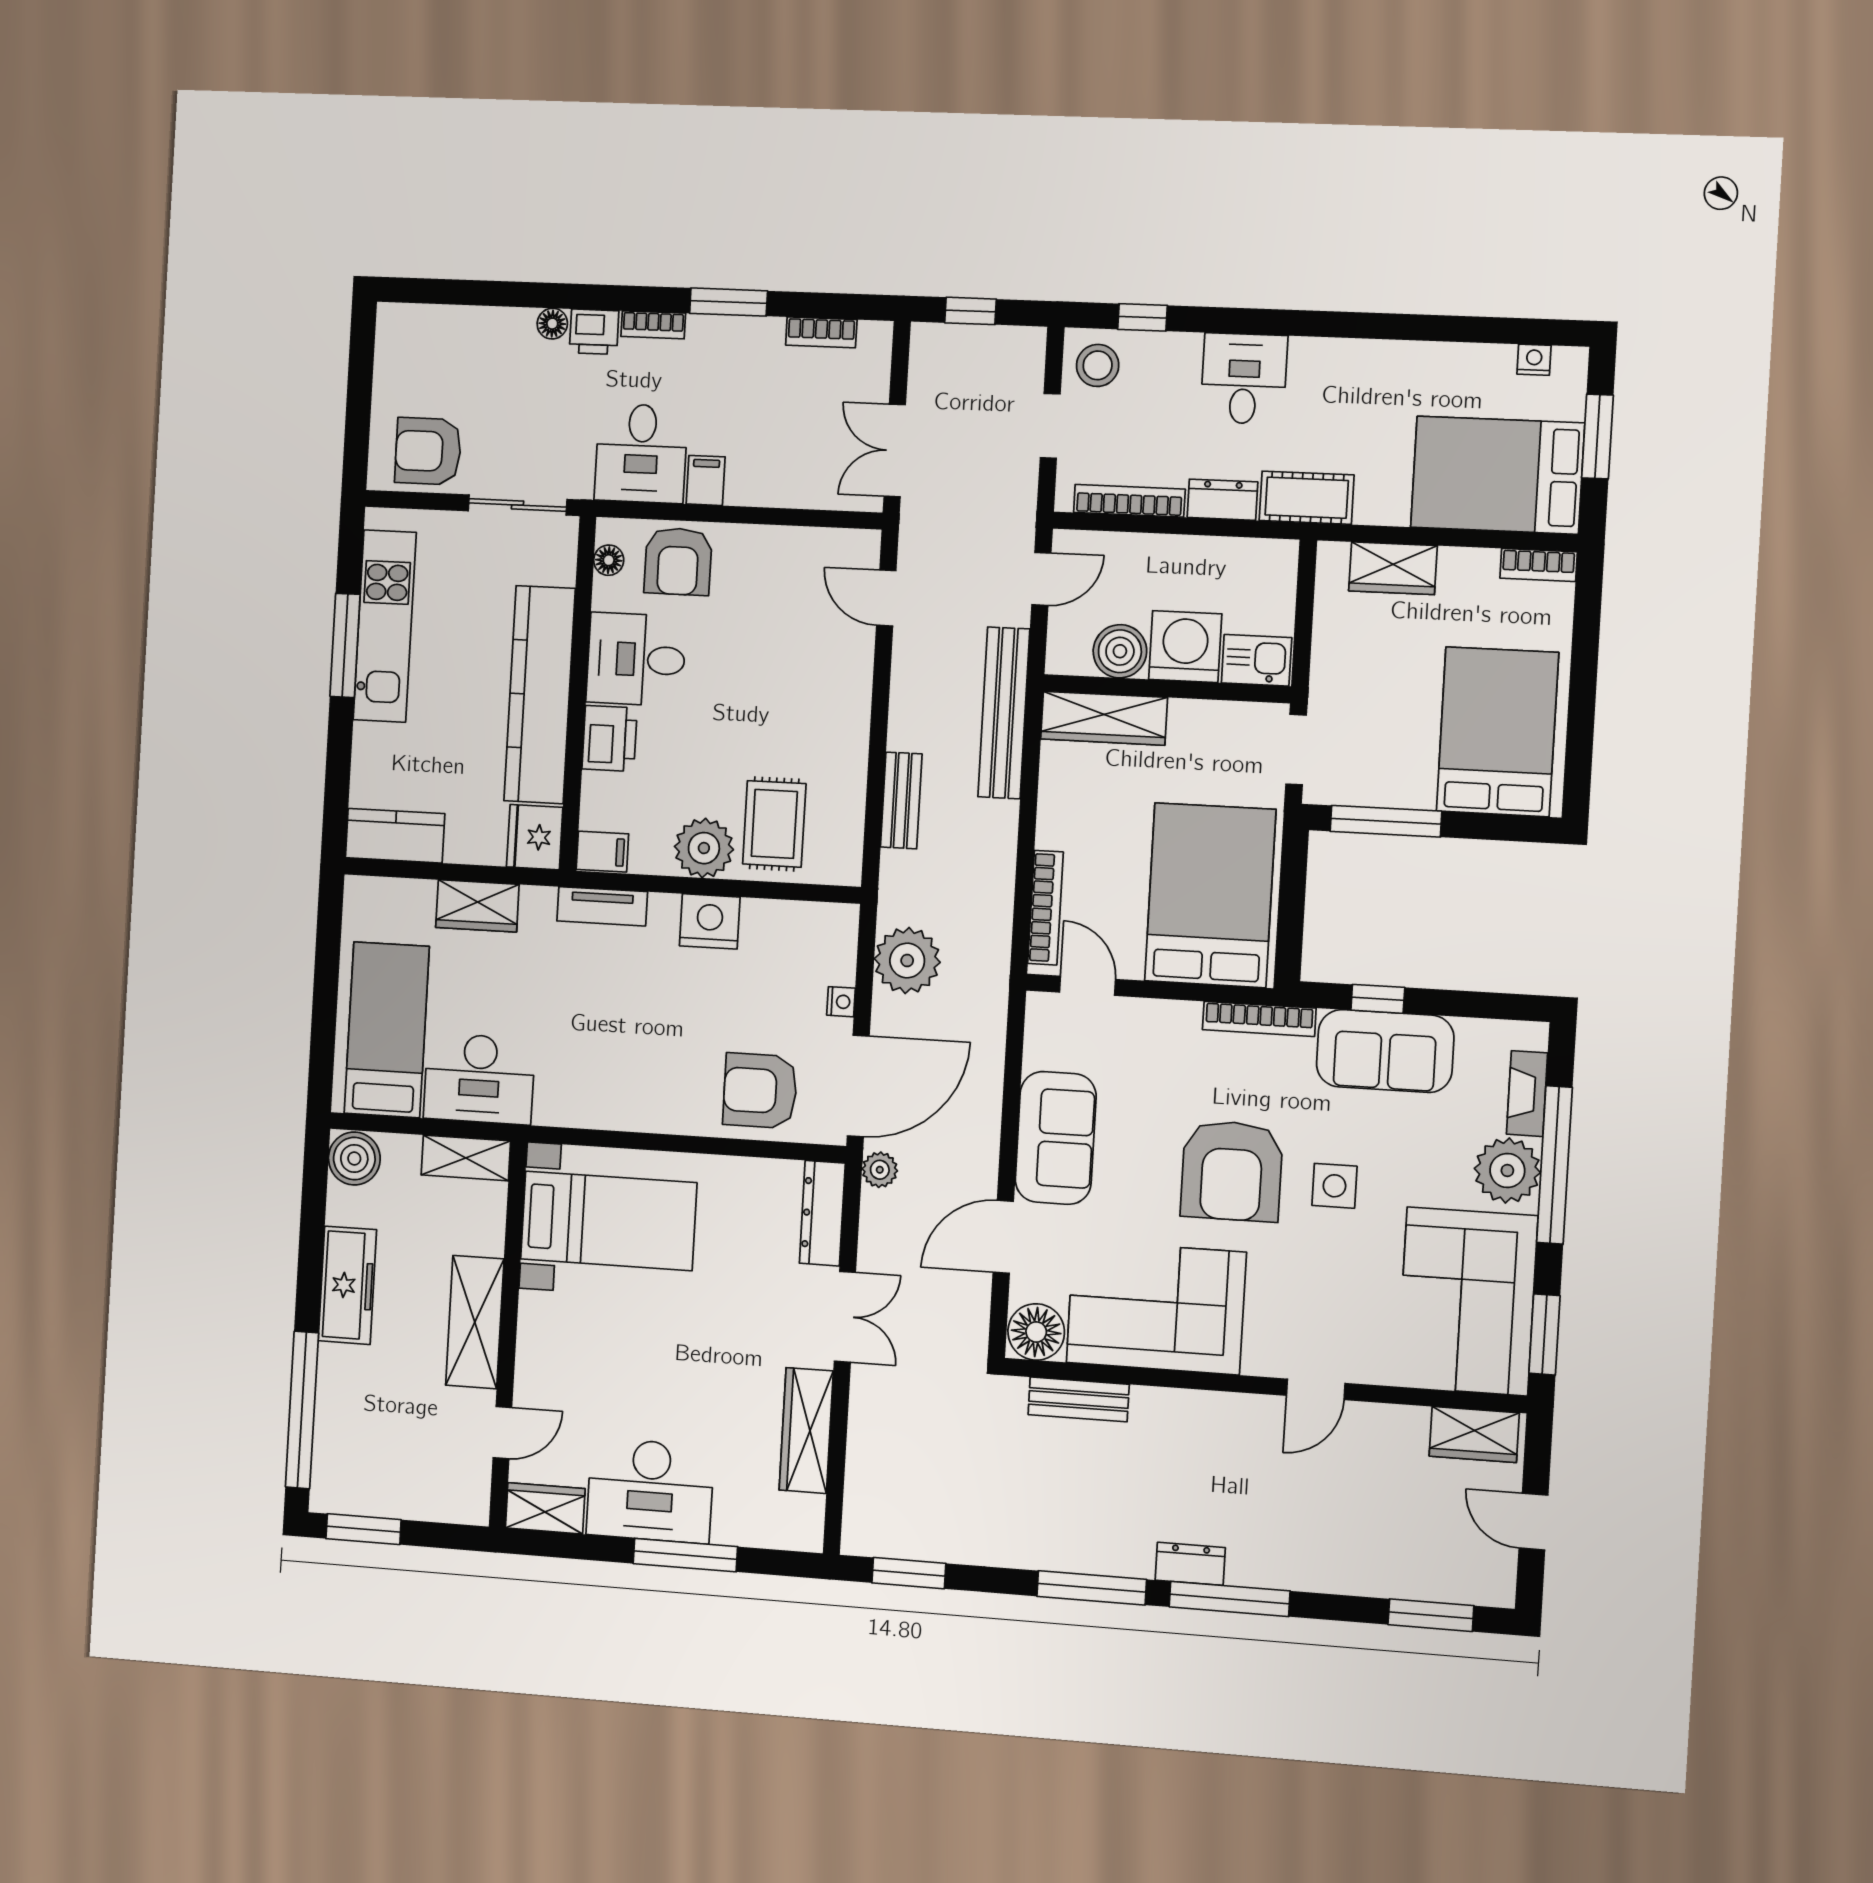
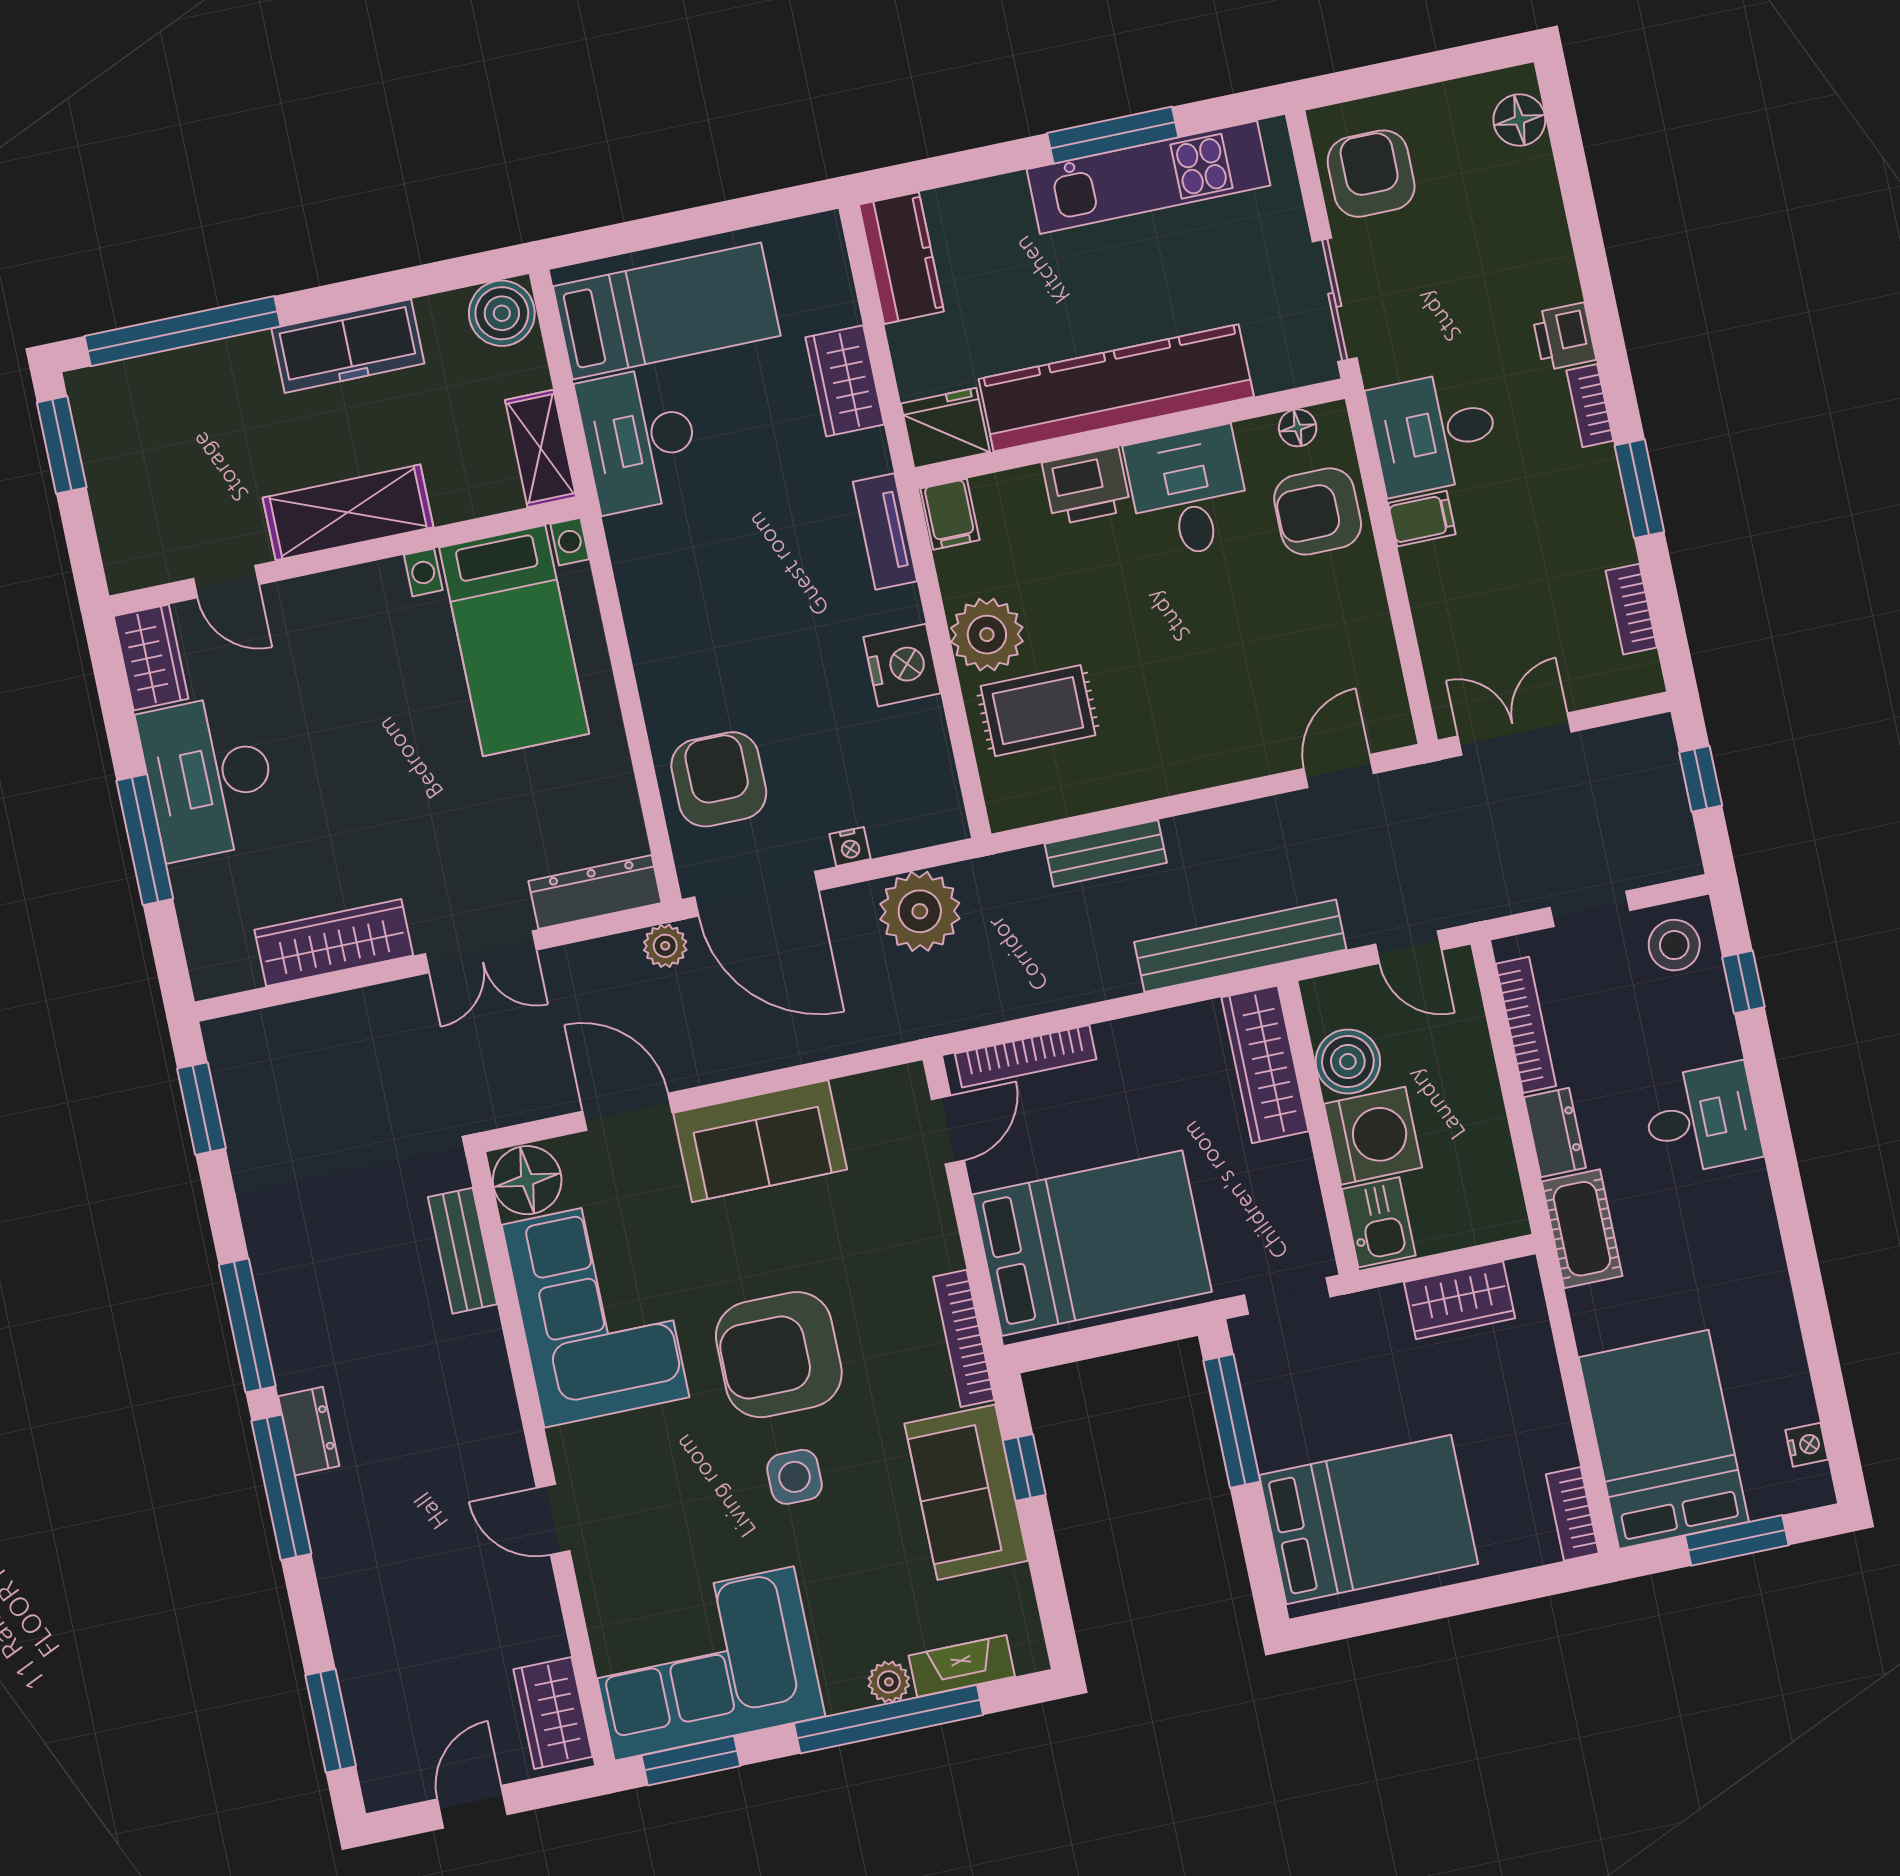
floor lamp: (552, 324) -> (1519, 120), moved, width x1.37, depth x1.37
wardrobe: (1393, 568) -> (1459, 1300), moved, turned -90
plant: (1507, 1171) -> (889, 1682), width x0.53, depth x0.53

